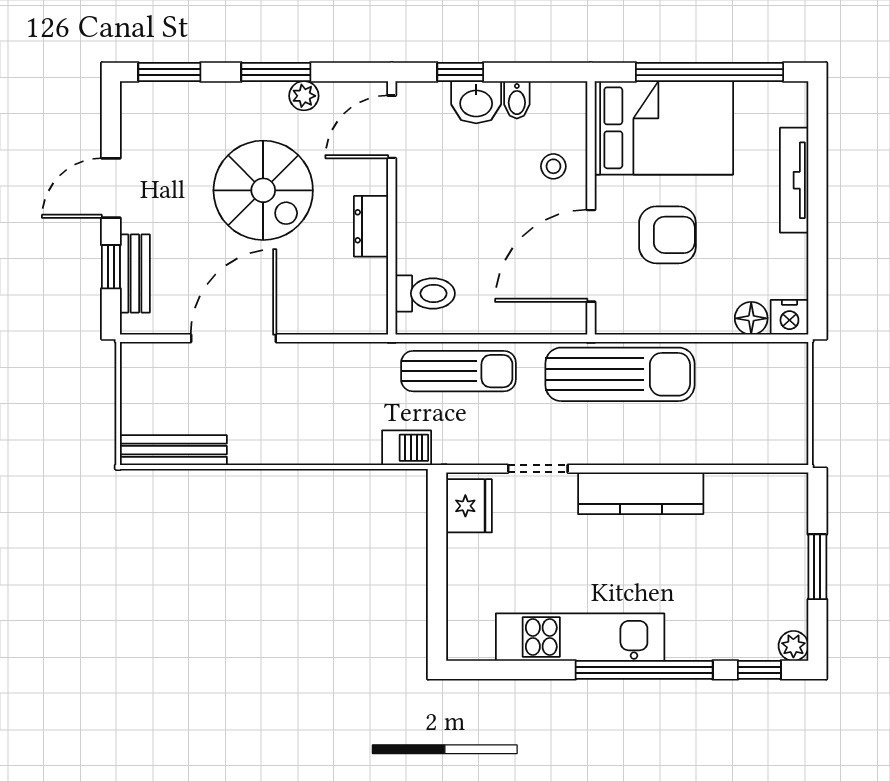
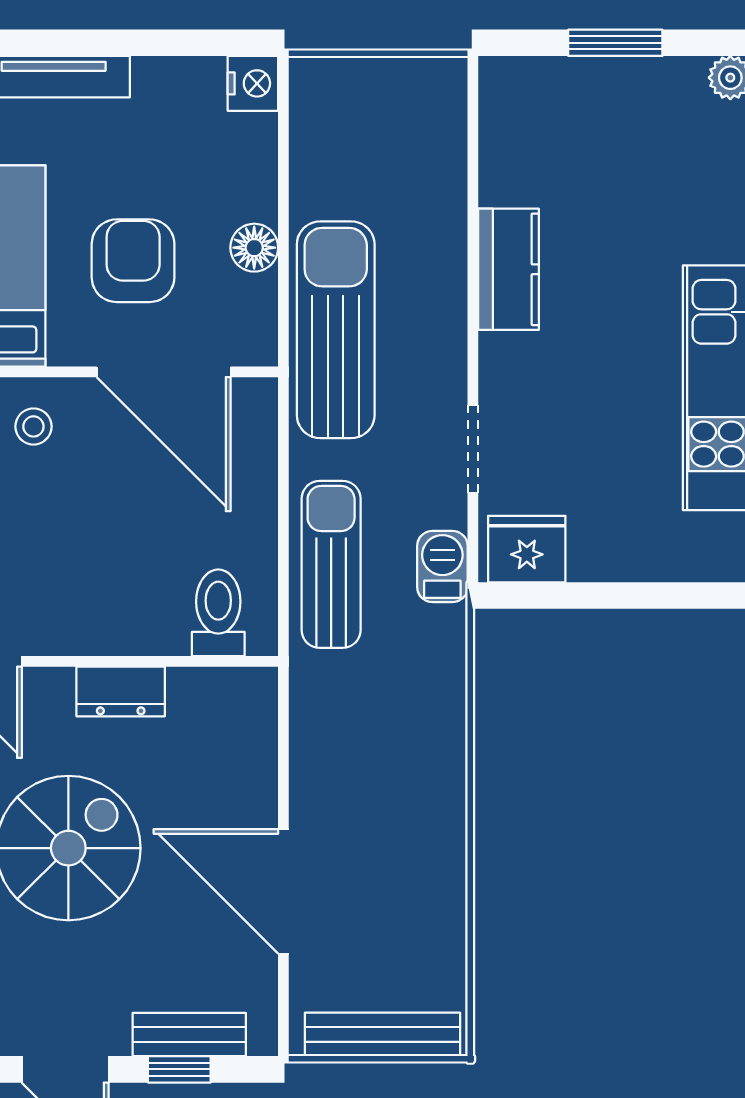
floor lamp: (751, 318) -> (254, 248), moved
barbecue: (407, 448) -> (442, 566), moved
bench: (173, 450) -> (382, 1034), moved, turned 90
kitchen counter: (641, 493) -> (509, 269), width x0.67

